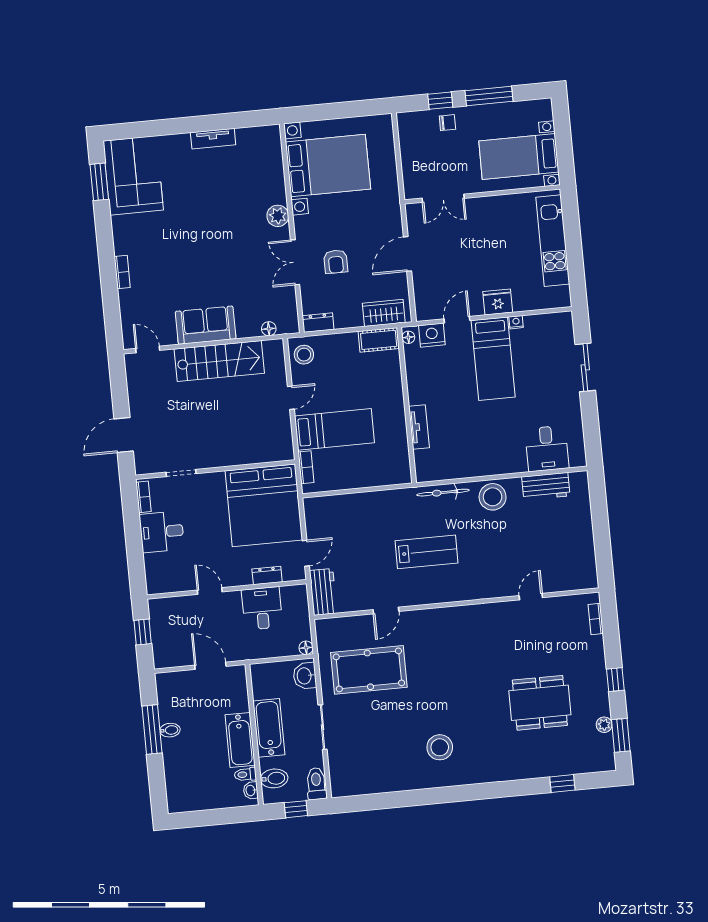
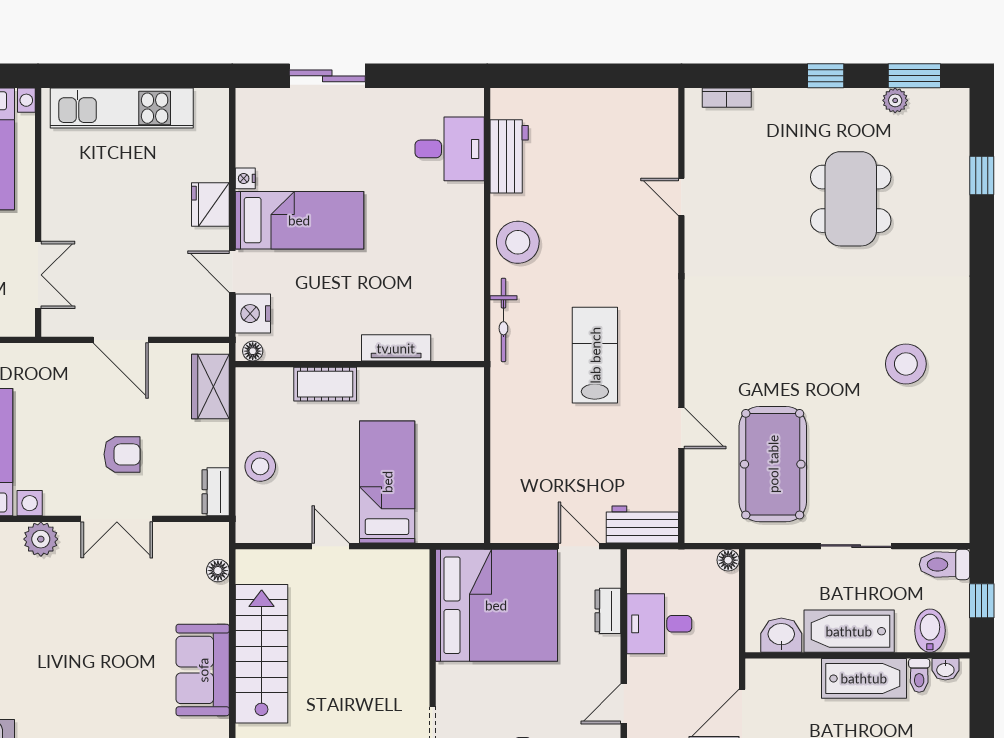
cot: (379, 340) -> (325, 384), moved, turned 90
stool: (304, 355) -> (260, 466), moved
bookcase: (306, 467) -> (443, 533), removed
washbasin: (305, 676) -> (781, 635), moved, turned 180

